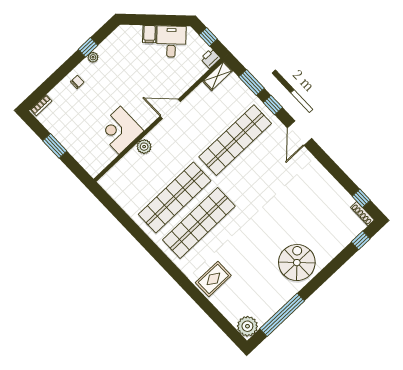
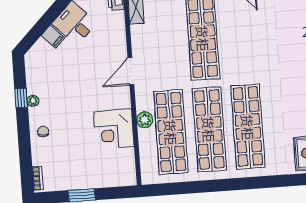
shop shelf: (151, 172) -> (171, 132), added

